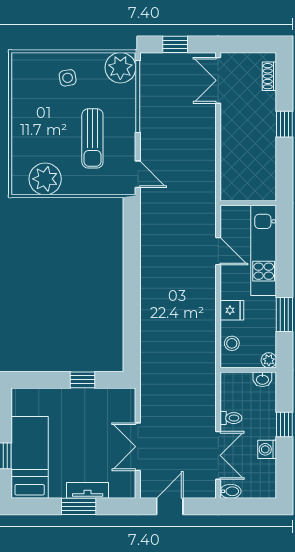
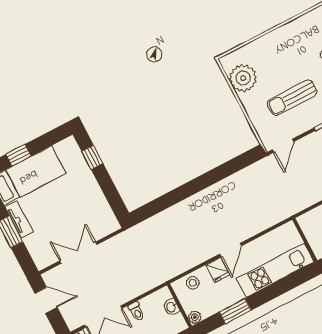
door: (218, 251) -> (230, 250), moved
washbasin: (262, 379) -> (171, 307), moved
window: (83, 380) -> (92, 157), moved
tv unit: (88, 490) -> (19, 219), moved

